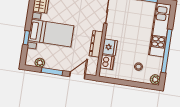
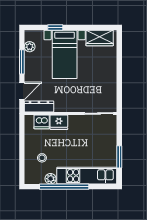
dresser: (96, 44) -> (39, 106), moved
door: (77, 75) -> (22, 91), hinge flipped
plant: (155, 79) -> (50, 179), moved

